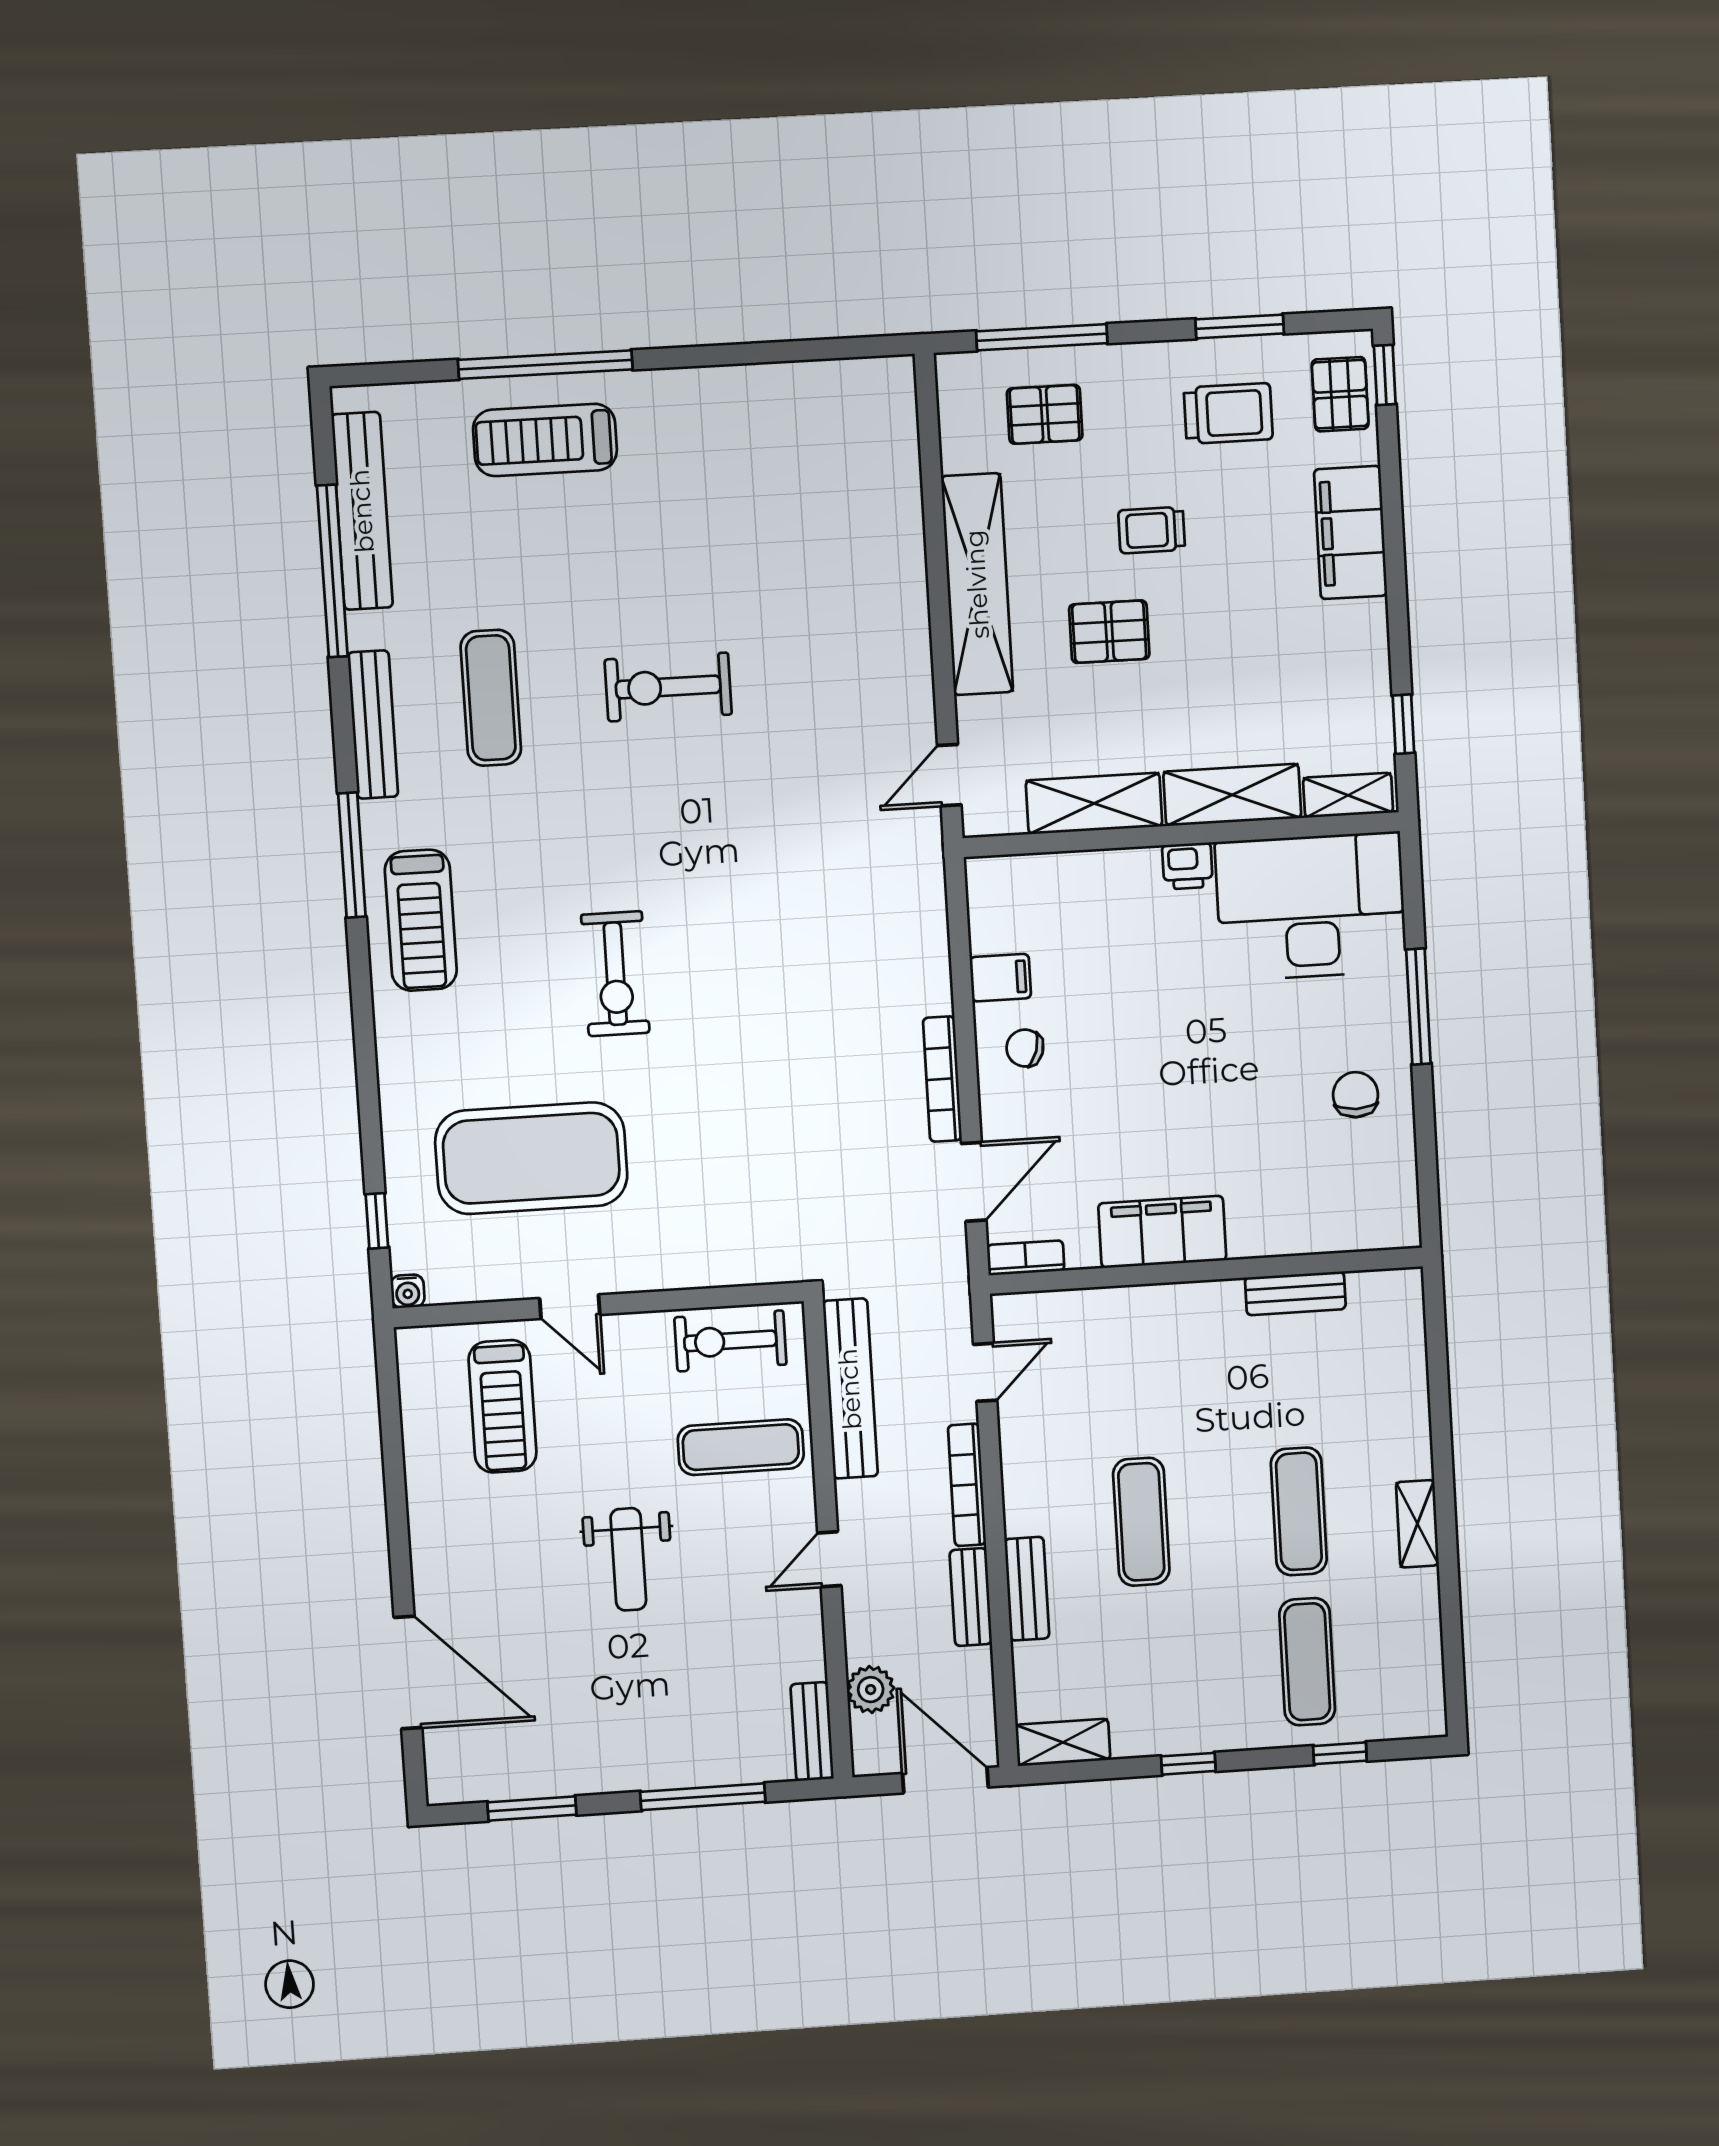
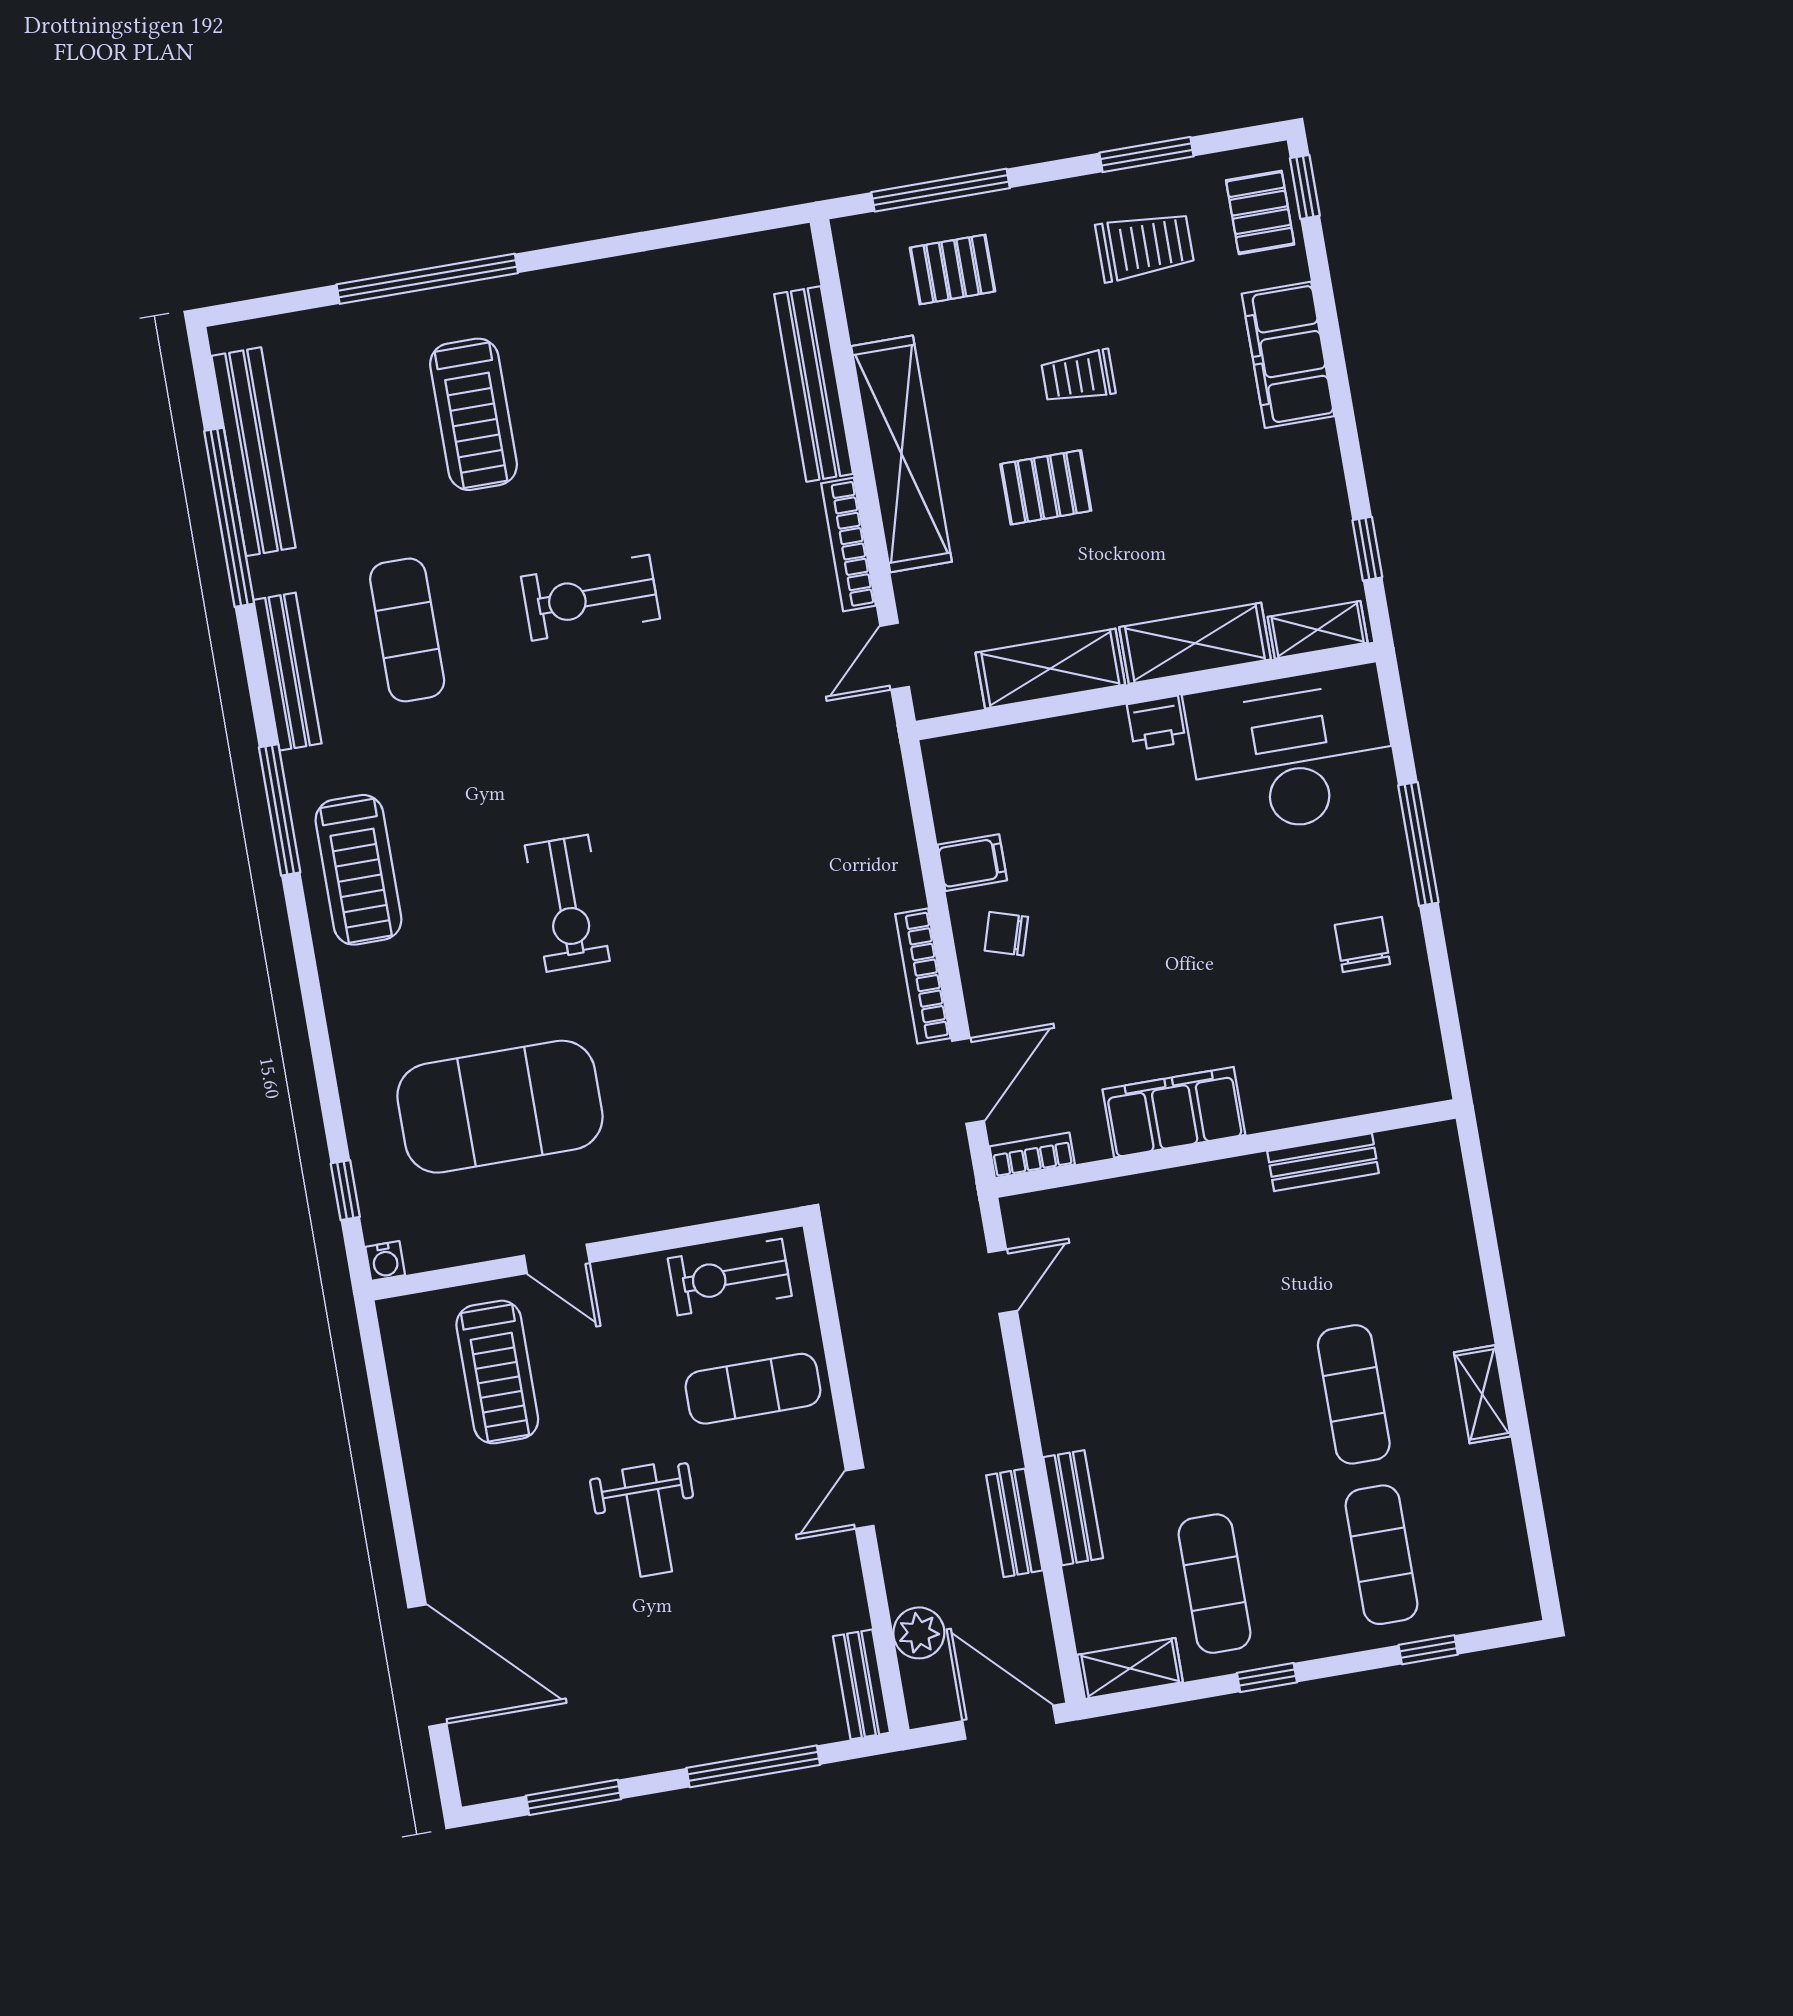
treadmill: (545, 440) -> (473, 414), moved, turned -90
bench: (850, 1389) -> (814, 384), moved
bookcase: (967, 1485) -> (849, 545), moved
exercise mat: (1141, 1522) -> (1215, 1584), moved

